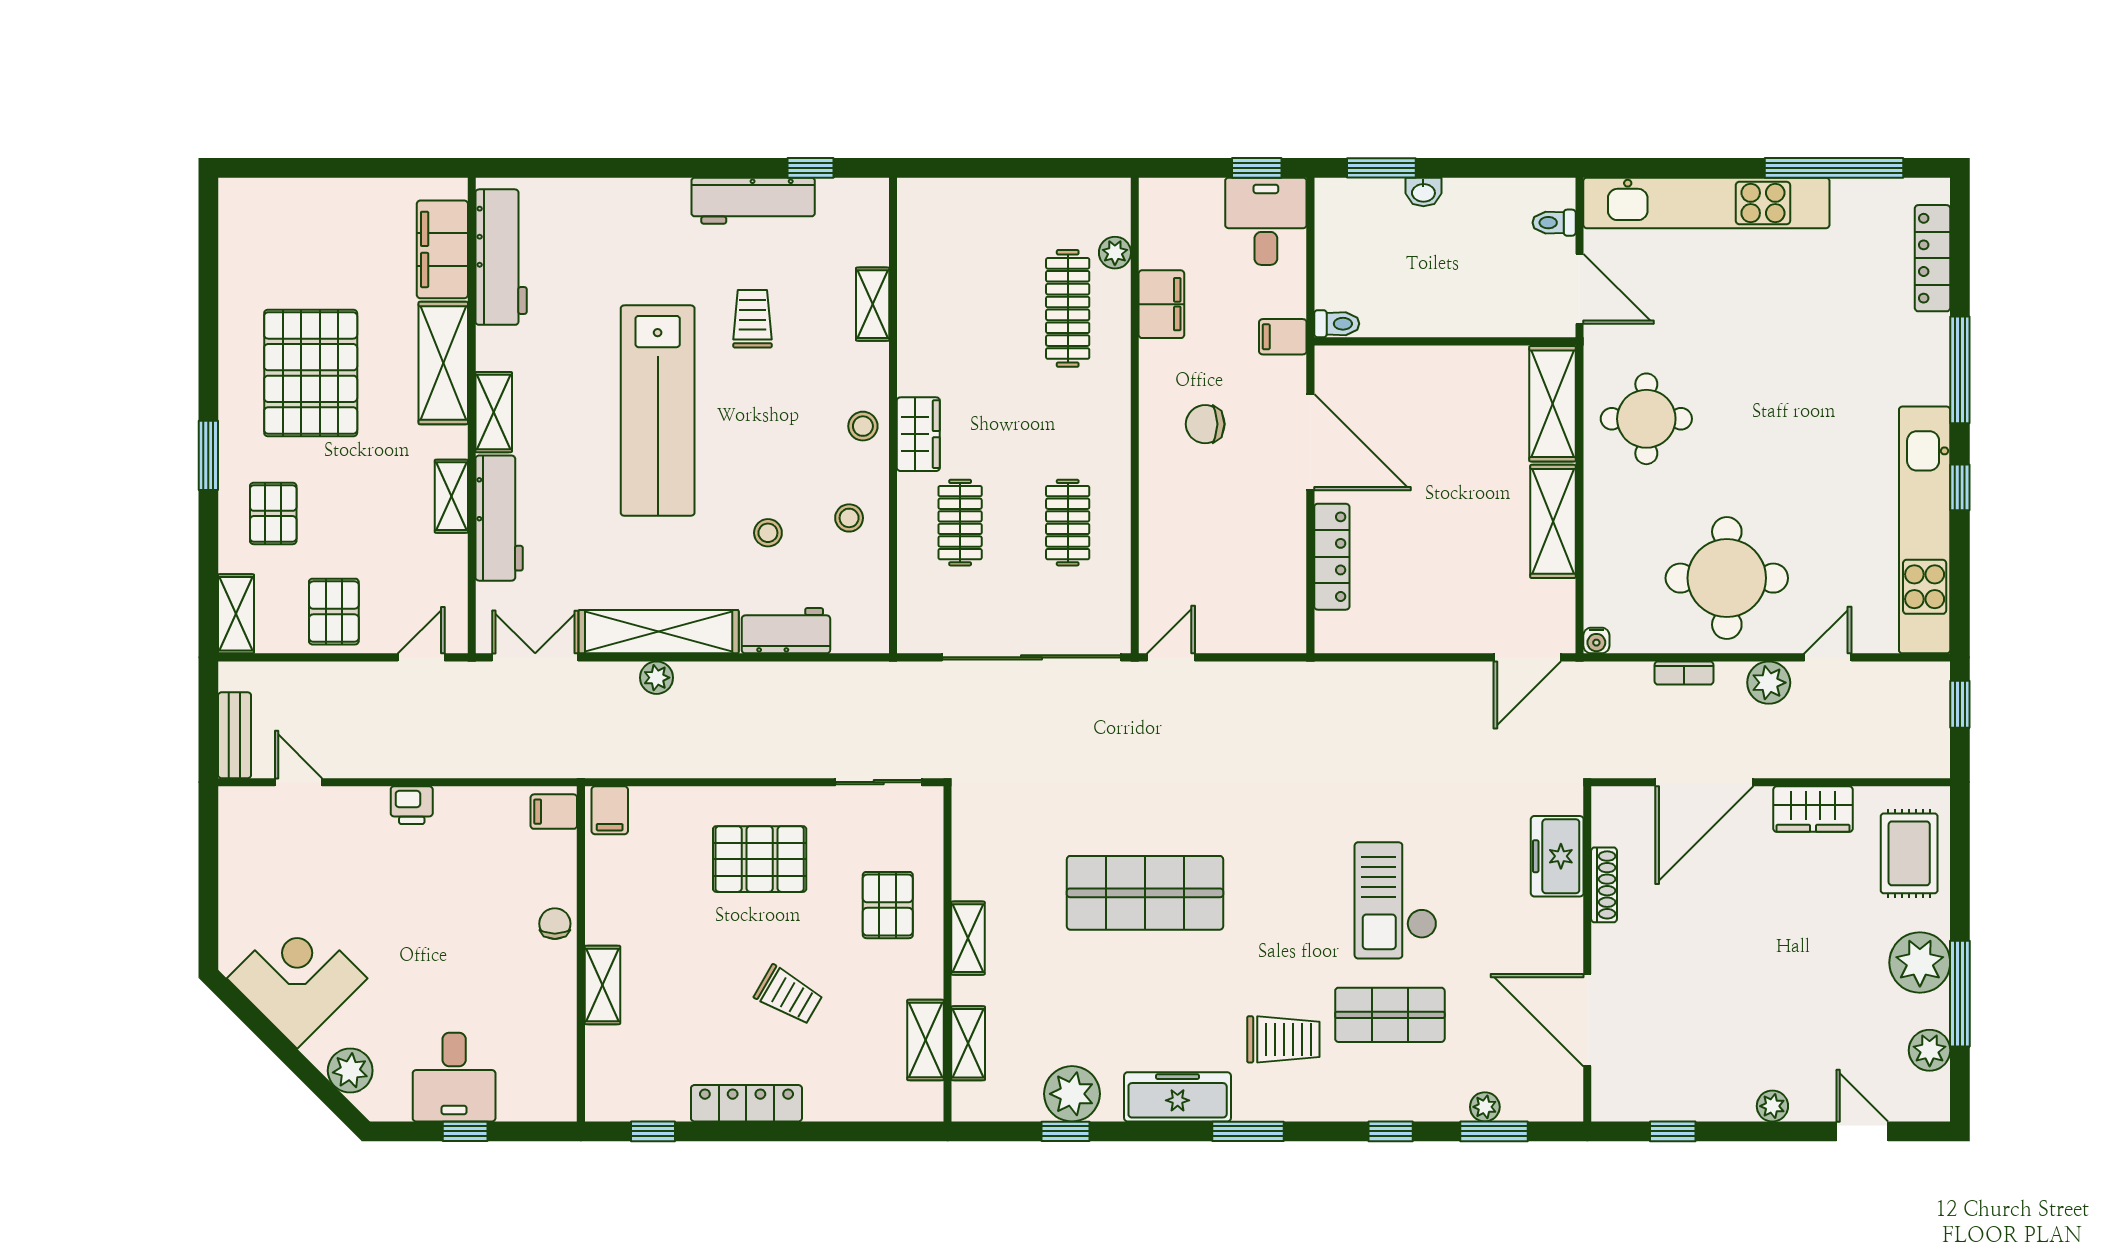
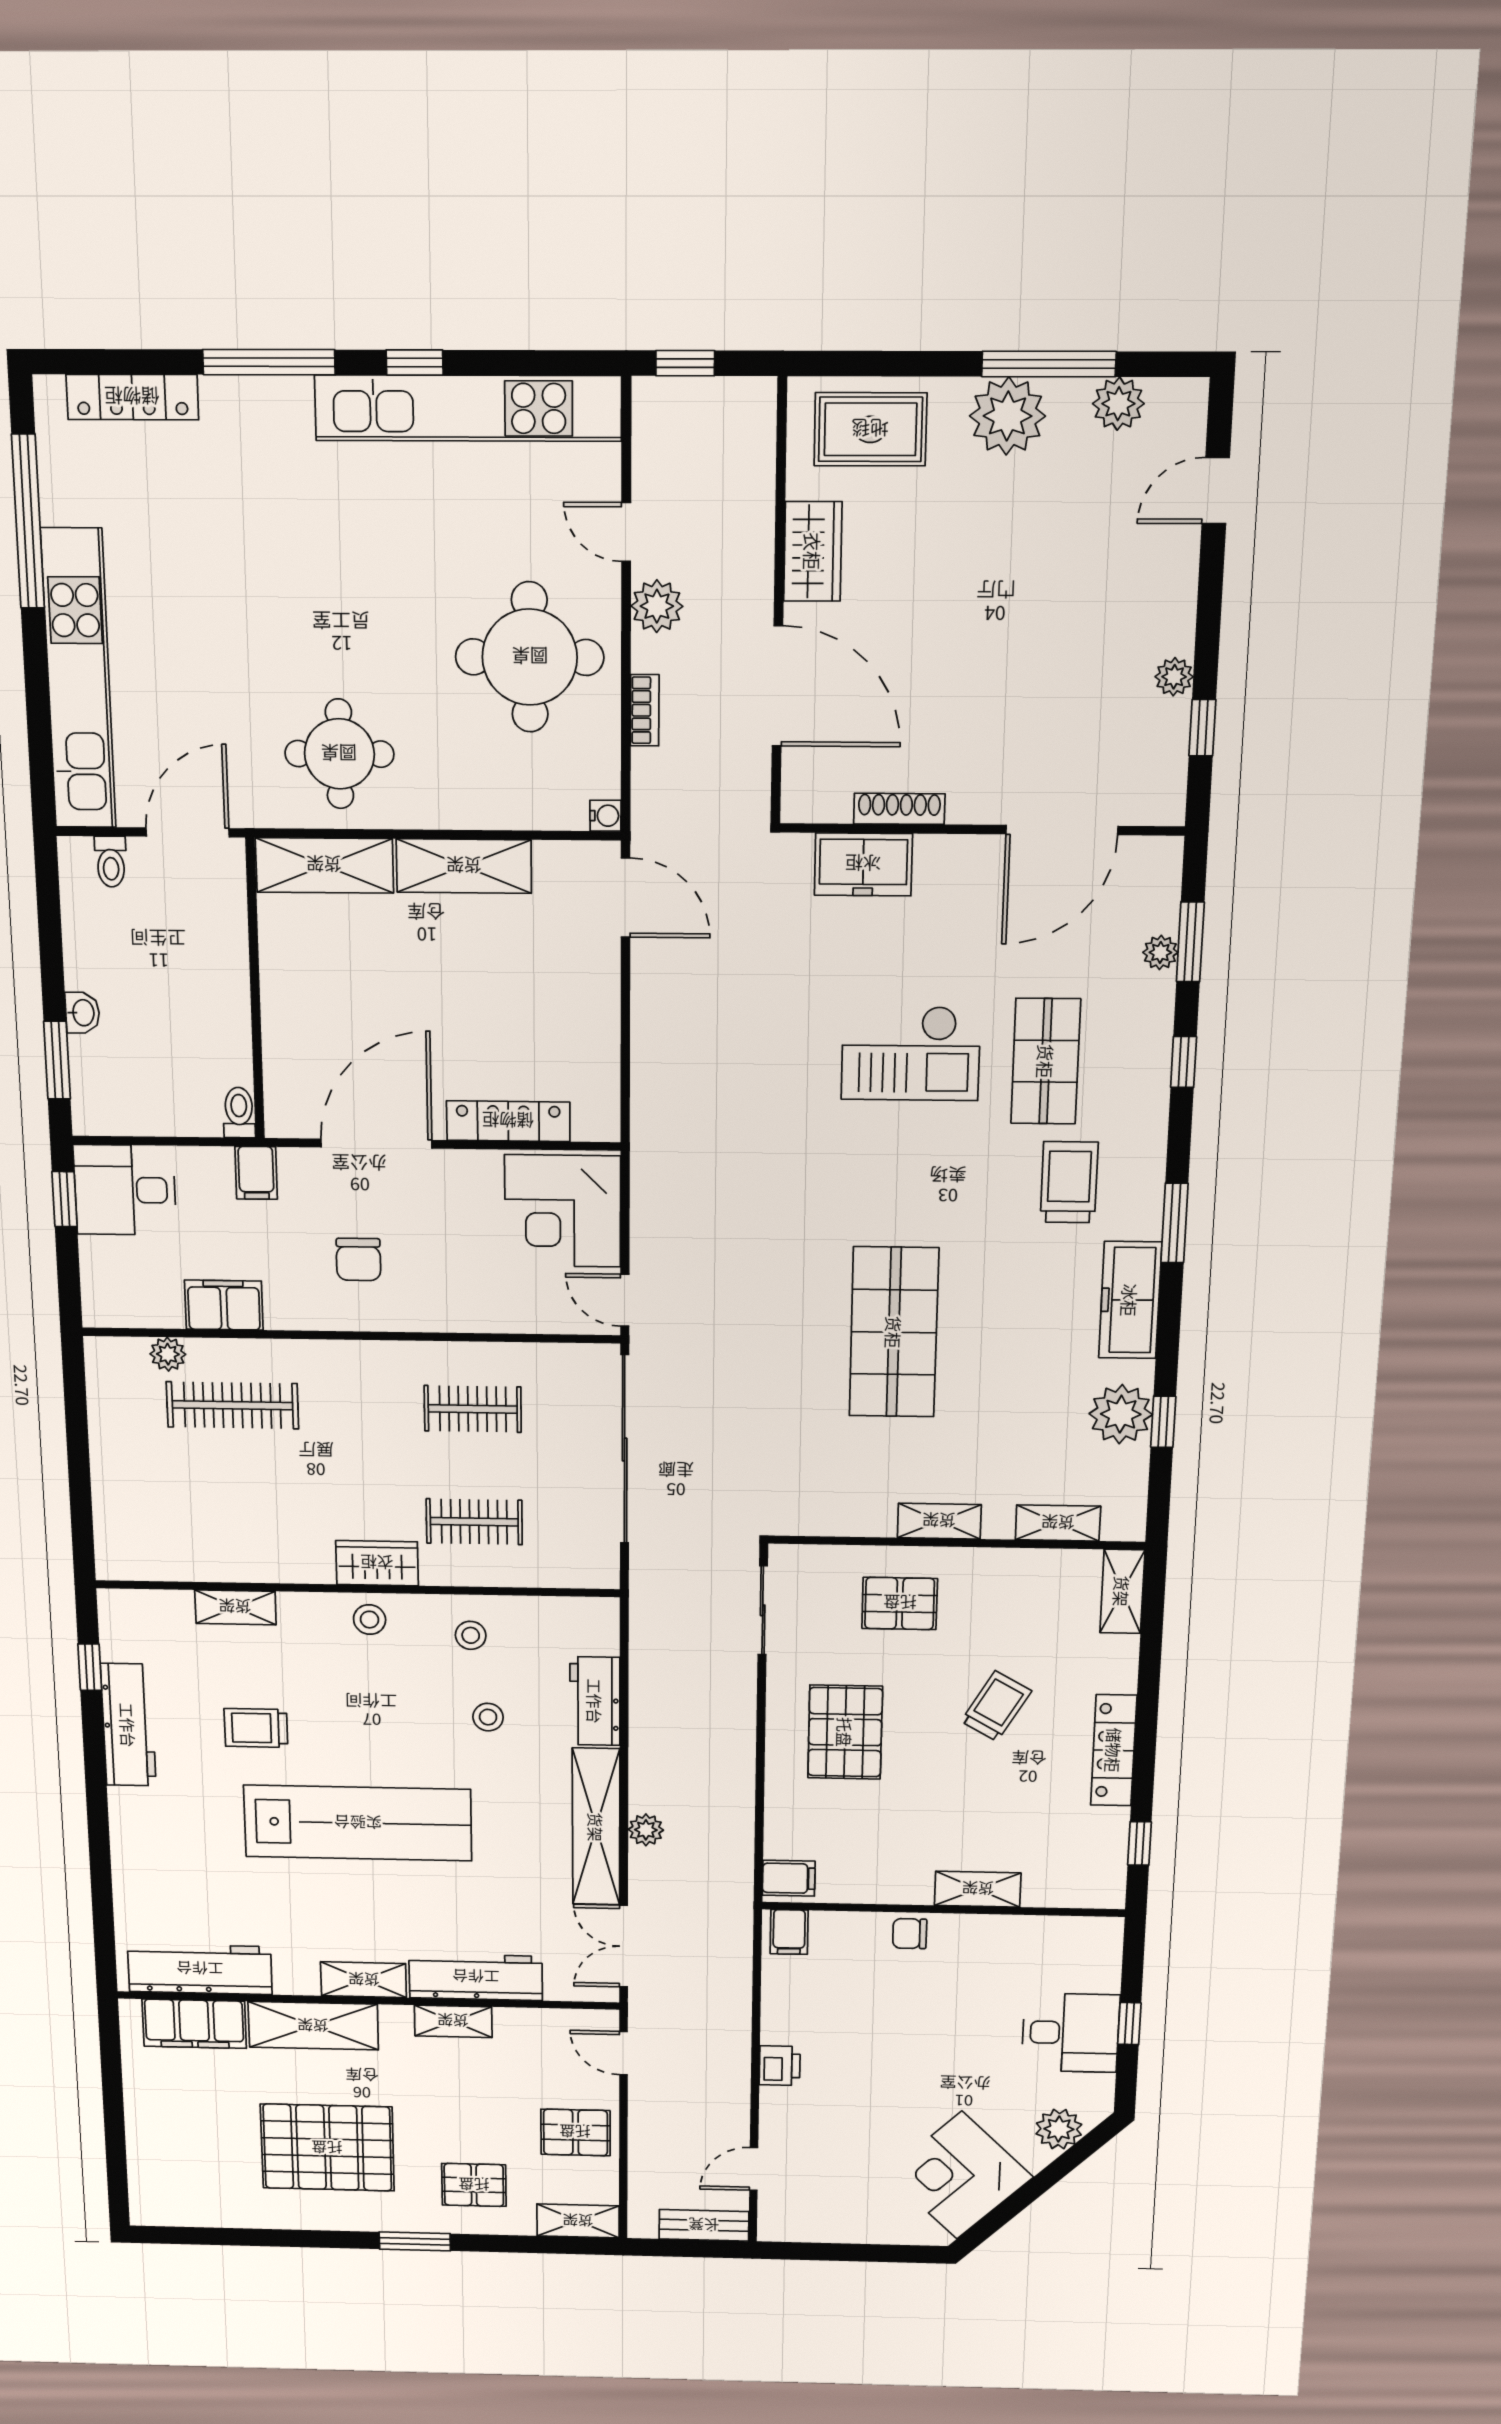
corner desk: (1252, 603) -> (563, 1211), added
shelving: (925, 1040) -> (1122, 1591), moved, turned 90
plant: (1772, 1106) -> (1174, 677), moved

